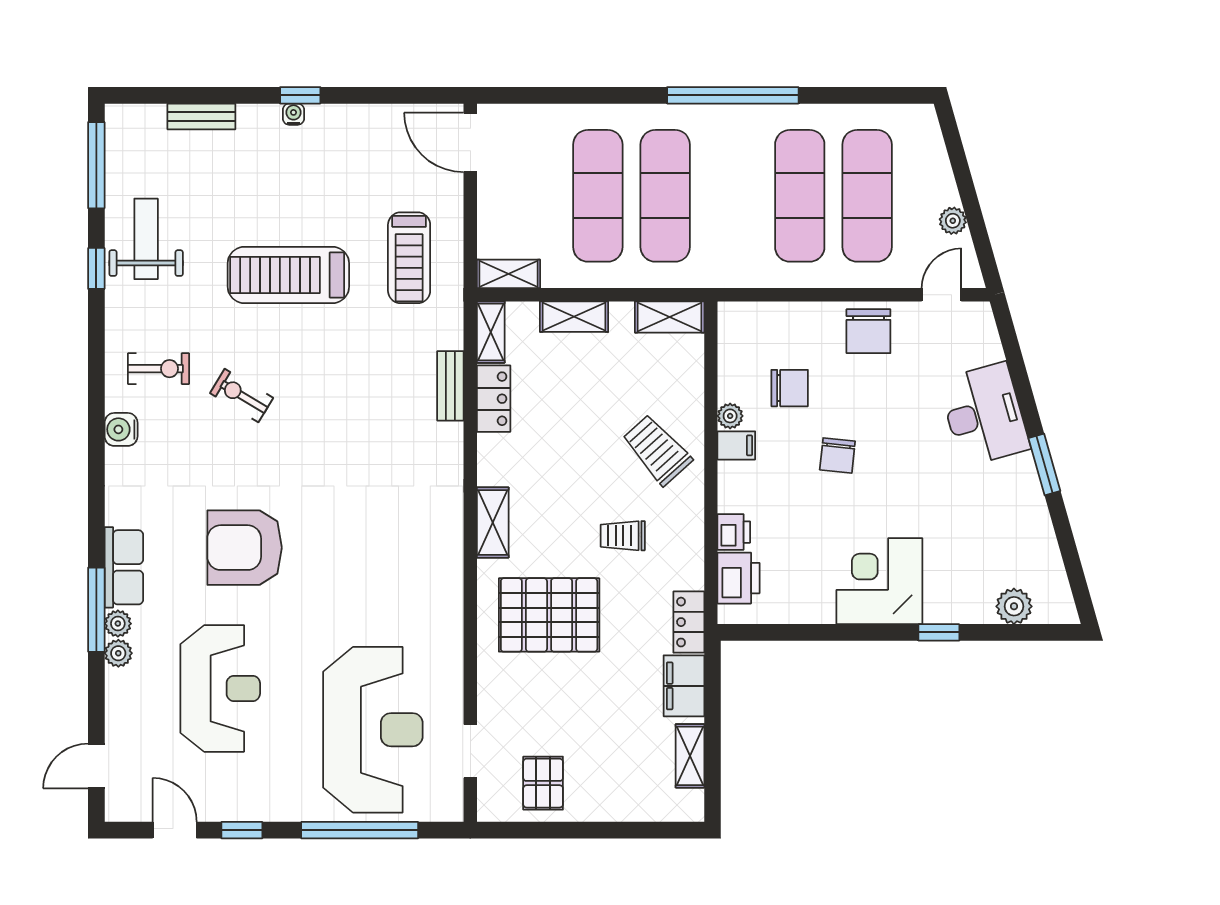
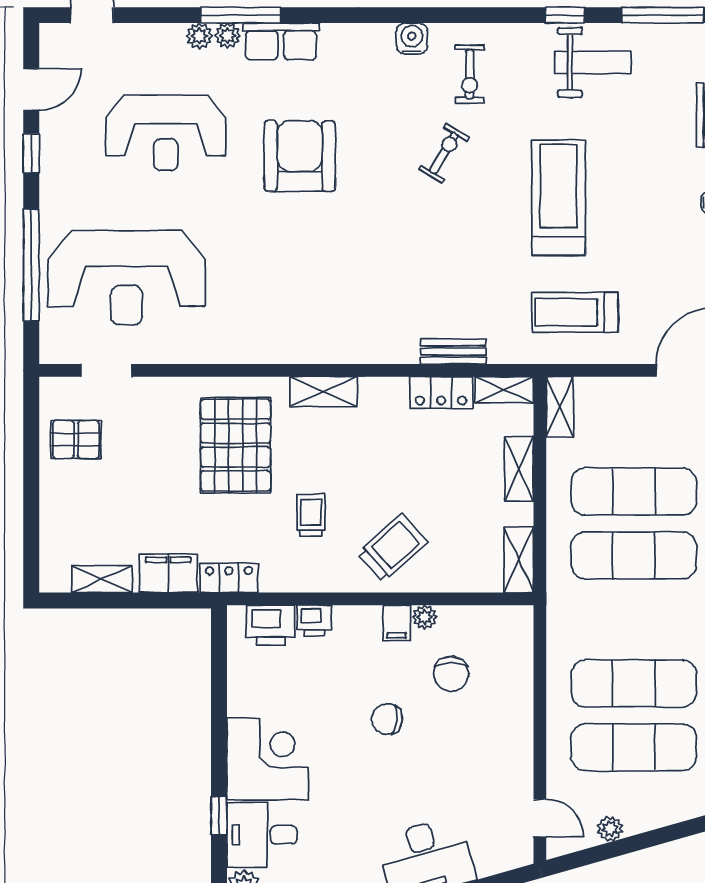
chair: (868, 331) -> (505, 749), removed
desk: (959, 587) -> (262, 835), added

